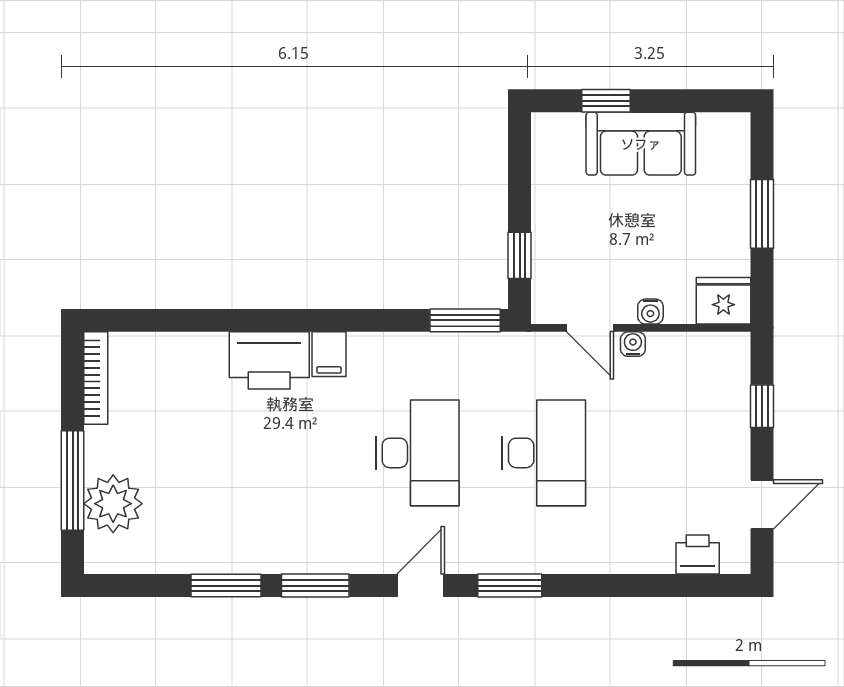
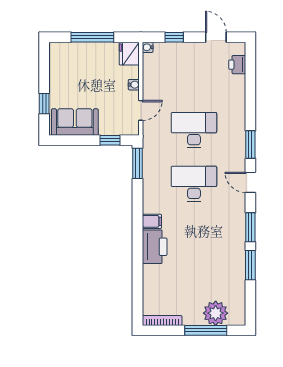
sofa: (641, 144) -> (75, 122), moved, turned -90
window: (762, 214) -> (92, 37), width x1.44
water cooler: (633, 344) -> (148, 47), moved

